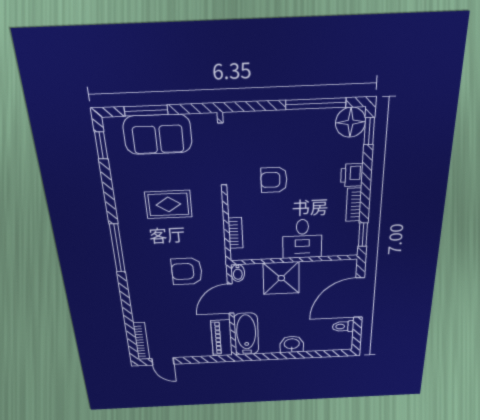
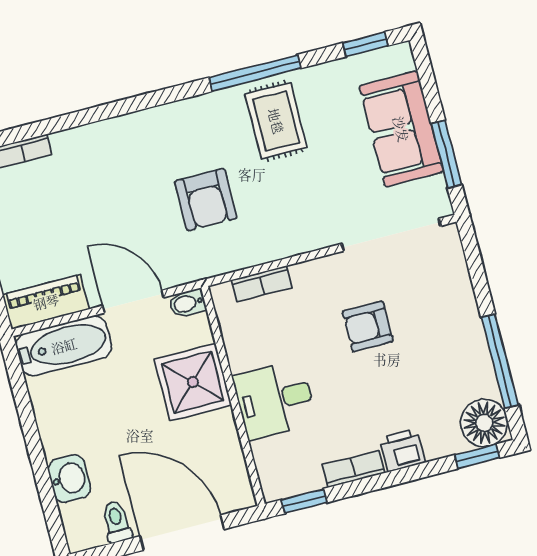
window: (146, 111) -> (446, 154), moved
armchair: (274, 180) -> (368, 326), turned -90
rug: (168, 204) -> (276, 121), moved
window: (117, 248) -> (255, 73), moved
armchair: (187, 271) -> (206, 200), moved, turned 180
washbasin: (292, 344) -> (69, 479), moved

